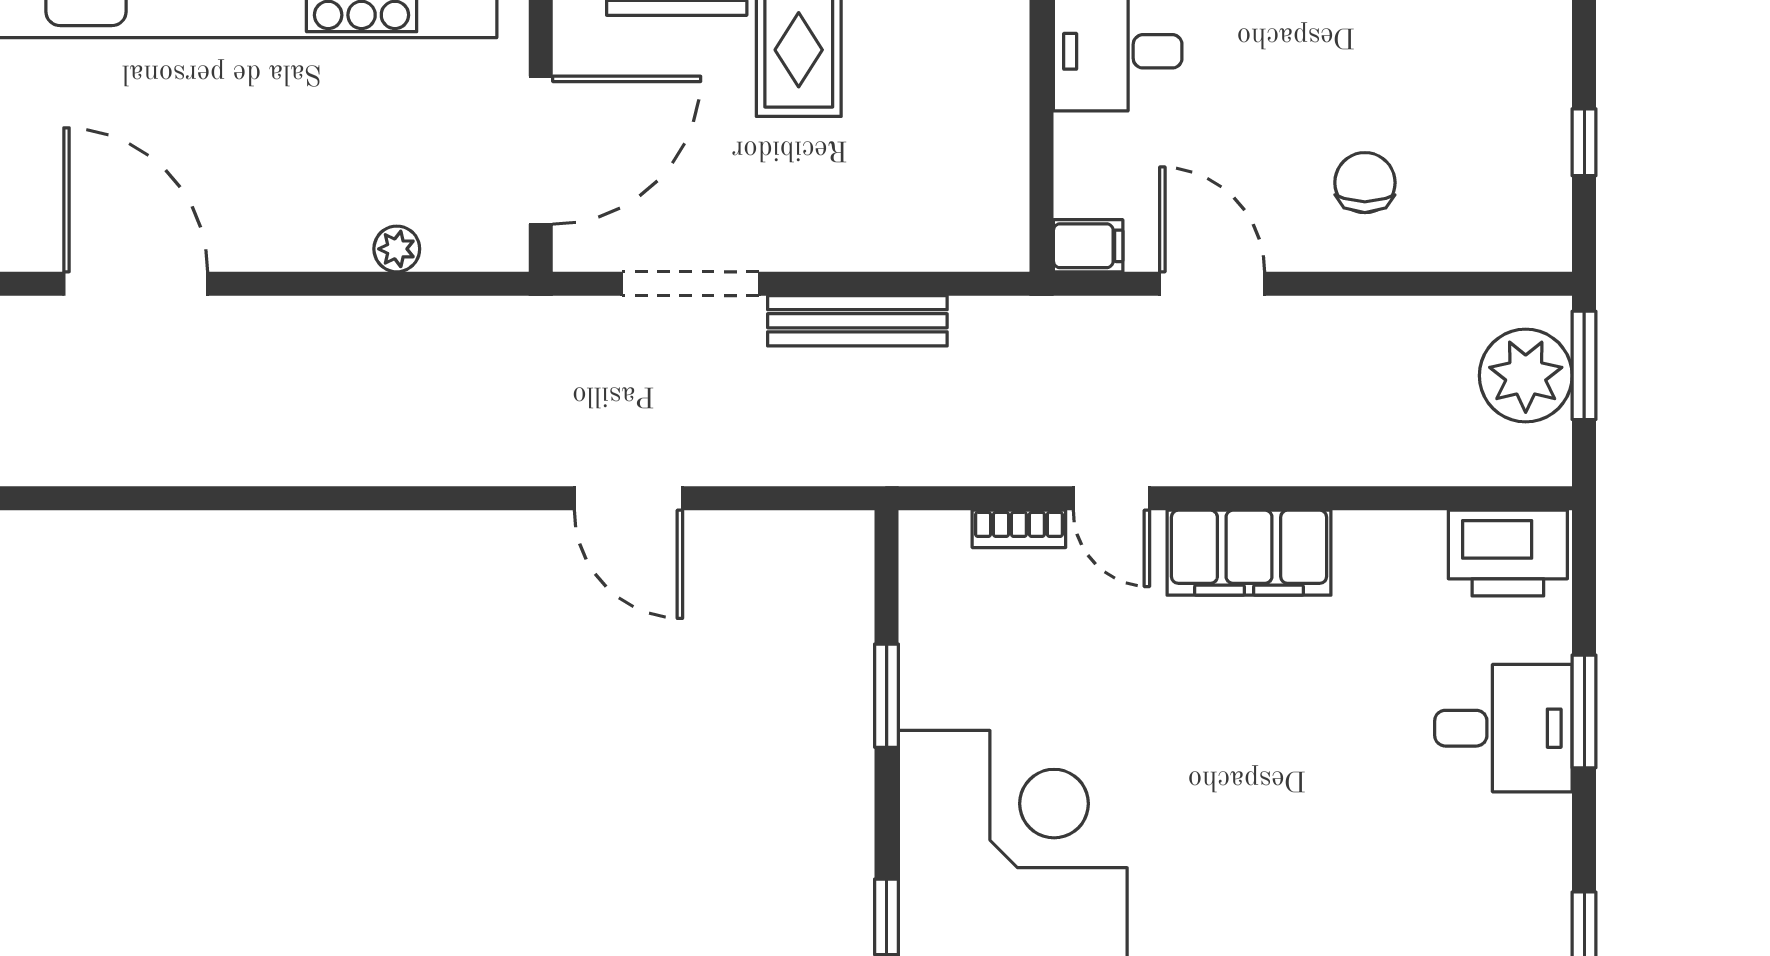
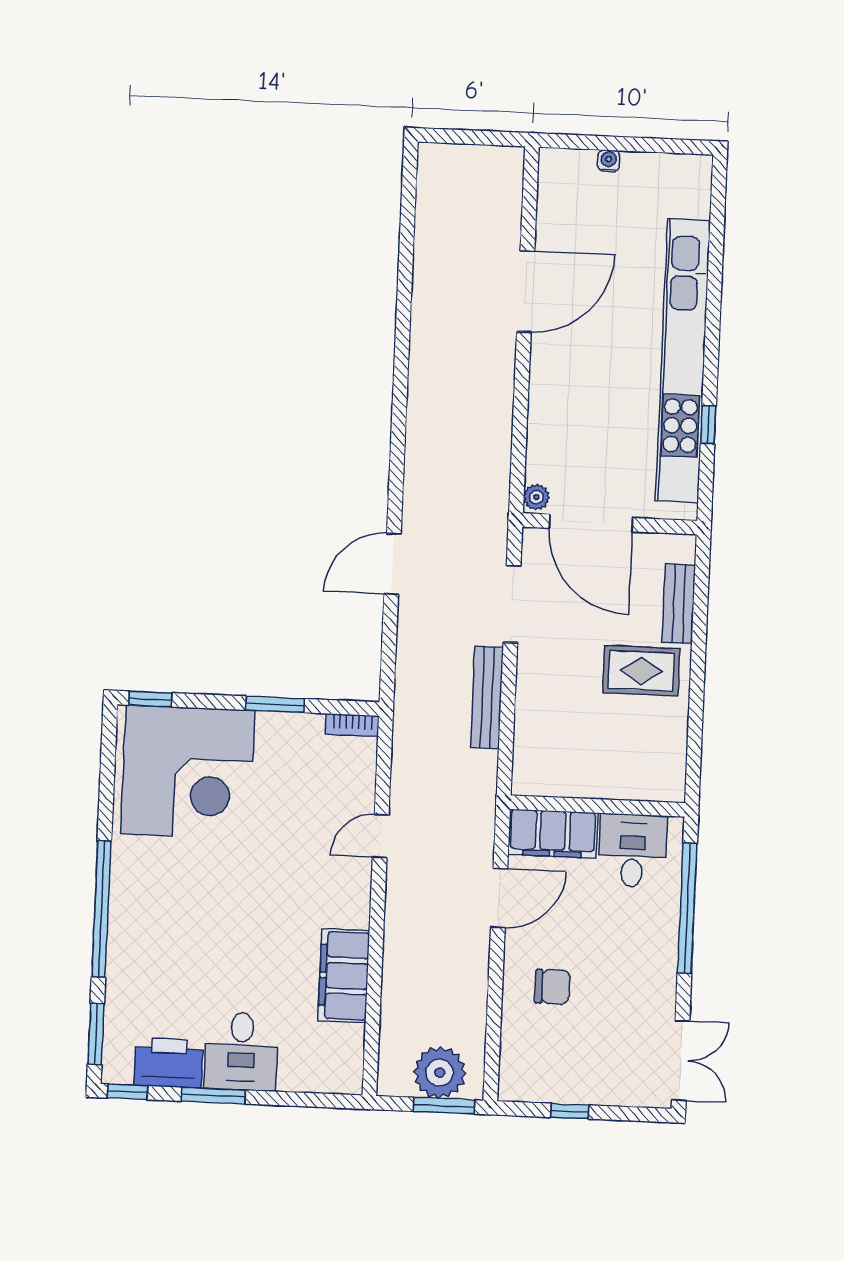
filing cabinet: (1088, 246) -> (553, 834), width x3.00, depth x1.17
plant: (397, 249) -> (536, 497), moved
bookcase: (1019, 529) -> (352, 725), moved, turned -90
filing cabinet: (1249, 553) -> (344, 976), moved
printer: (1508, 553) -> (169, 1063), moved, turned 90
window: (1584, 711) -> (213, 1096), moved

